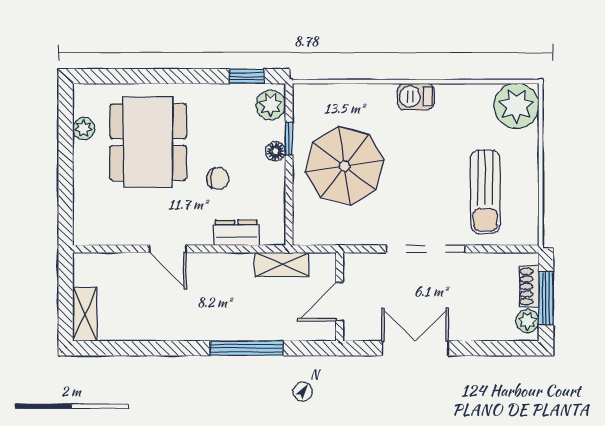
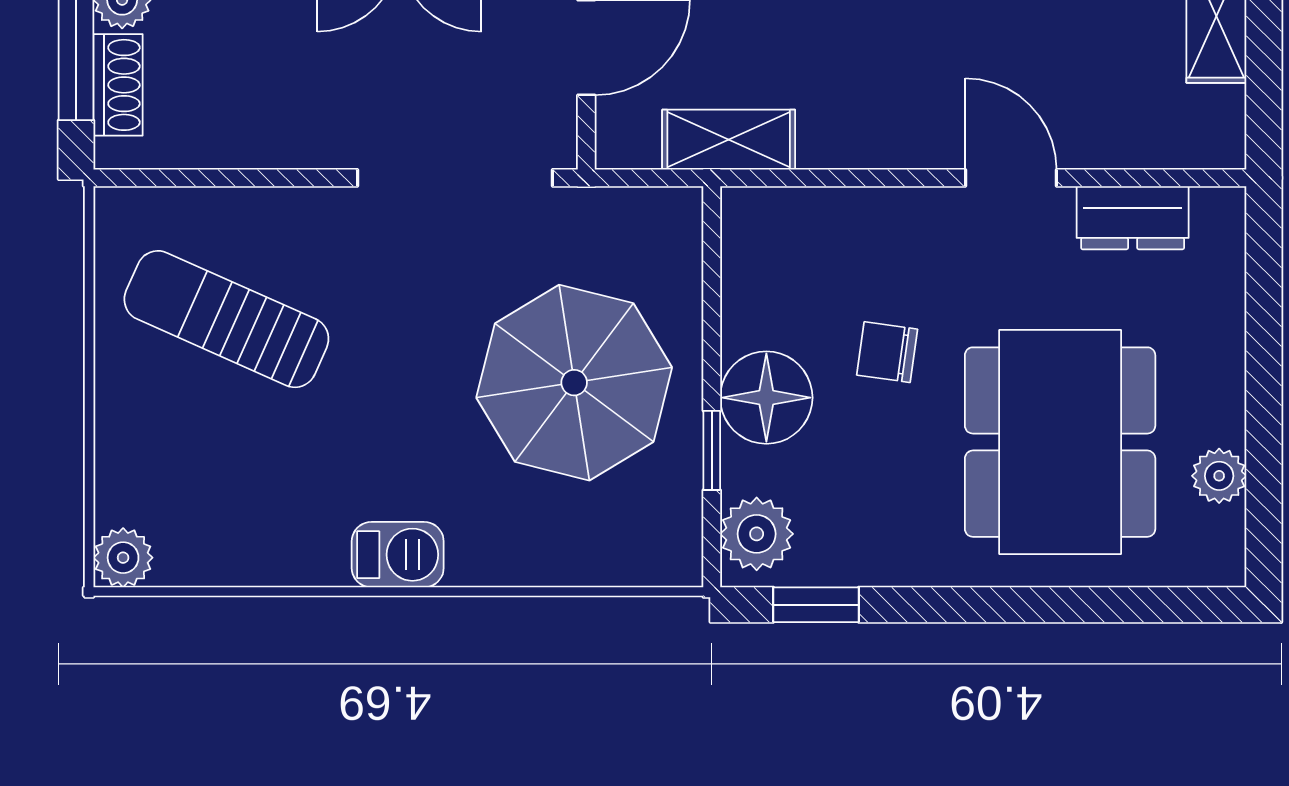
plant: (516, 106) -> (123, 558), width x0.53, depth x0.53
floor lamp: (276, 151) -> (766, 398), width x1.89, depth x1.89
sun lounger: (485, 192) -> (226, 319), turned -66
dresser: (236, 233) -> (1133, 218), moved
doorway: (426, 249) -> (455, 178), moved

